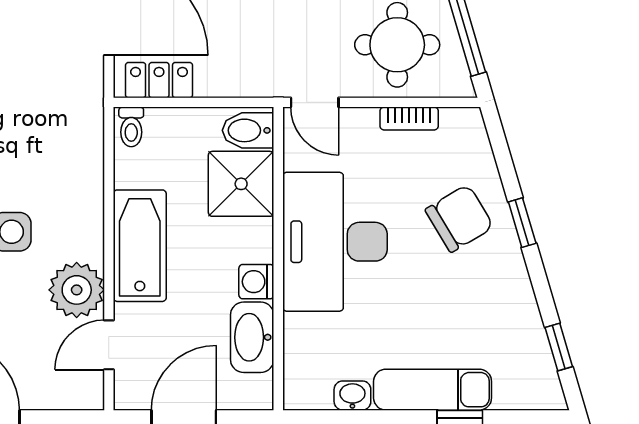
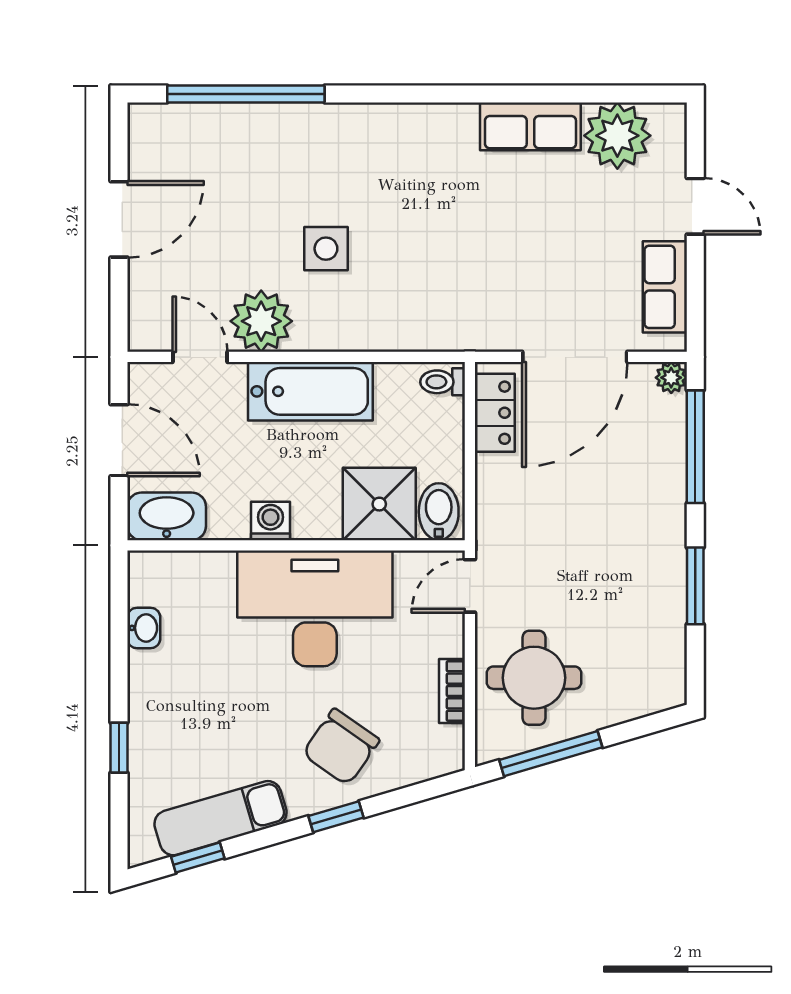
chair: (459, 218) -> (341, 747), turned 66
washbasin: (252, 337) -> (167, 516), moved
exam couch: (433, 390) -> (221, 818), moved, turned -106

